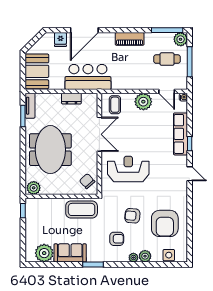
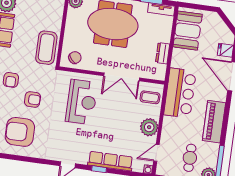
piano: (130, 39) -> (214, 122), width x1.37, depth x1.33
booth: (37, 71) -> (188, 31), moved, turned 90
bar counter: (88, 77) -> (180, 93), moved
armchair: (132, 216) -> (32, 99), turned 85

